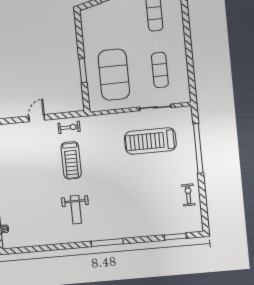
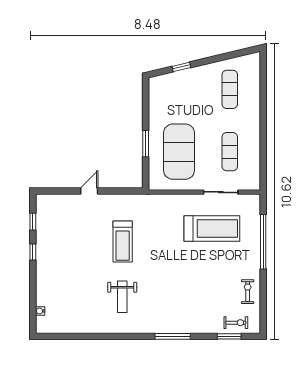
exercise bike: (69, 127) -> (236, 323), moved
treadmill: (150, 141) -> (212, 229), turned 180
window: (107, 243) -> (173, 336), moved

